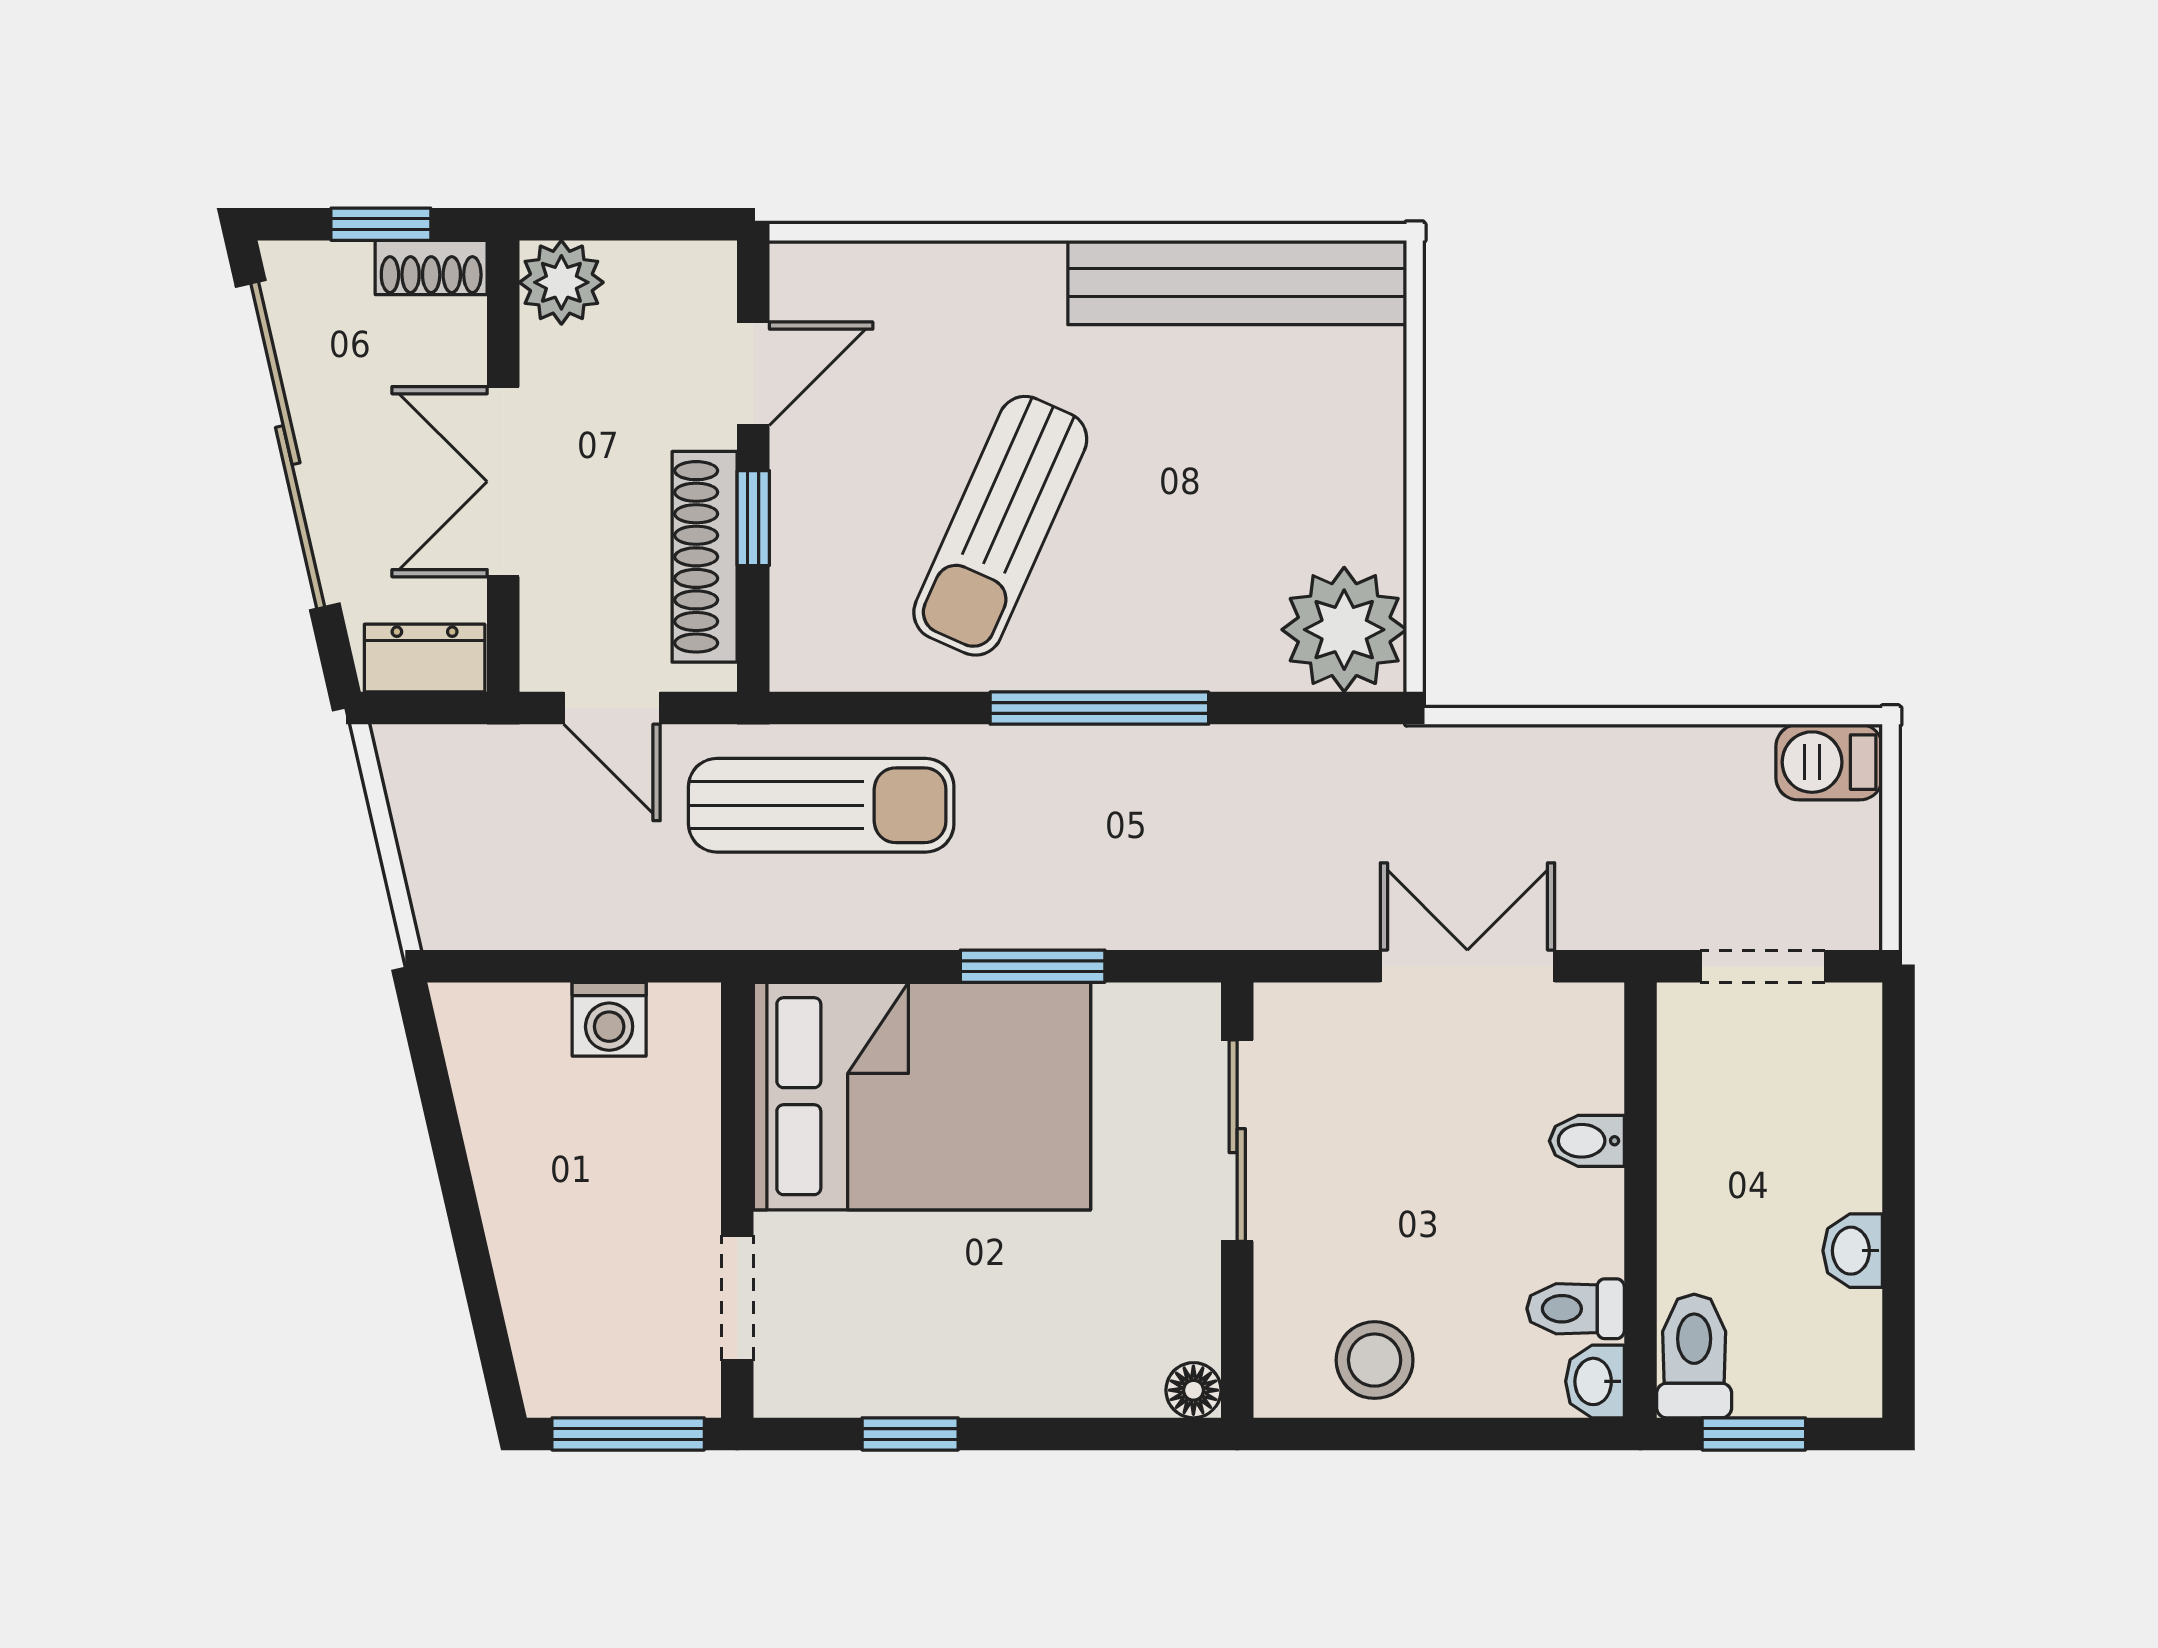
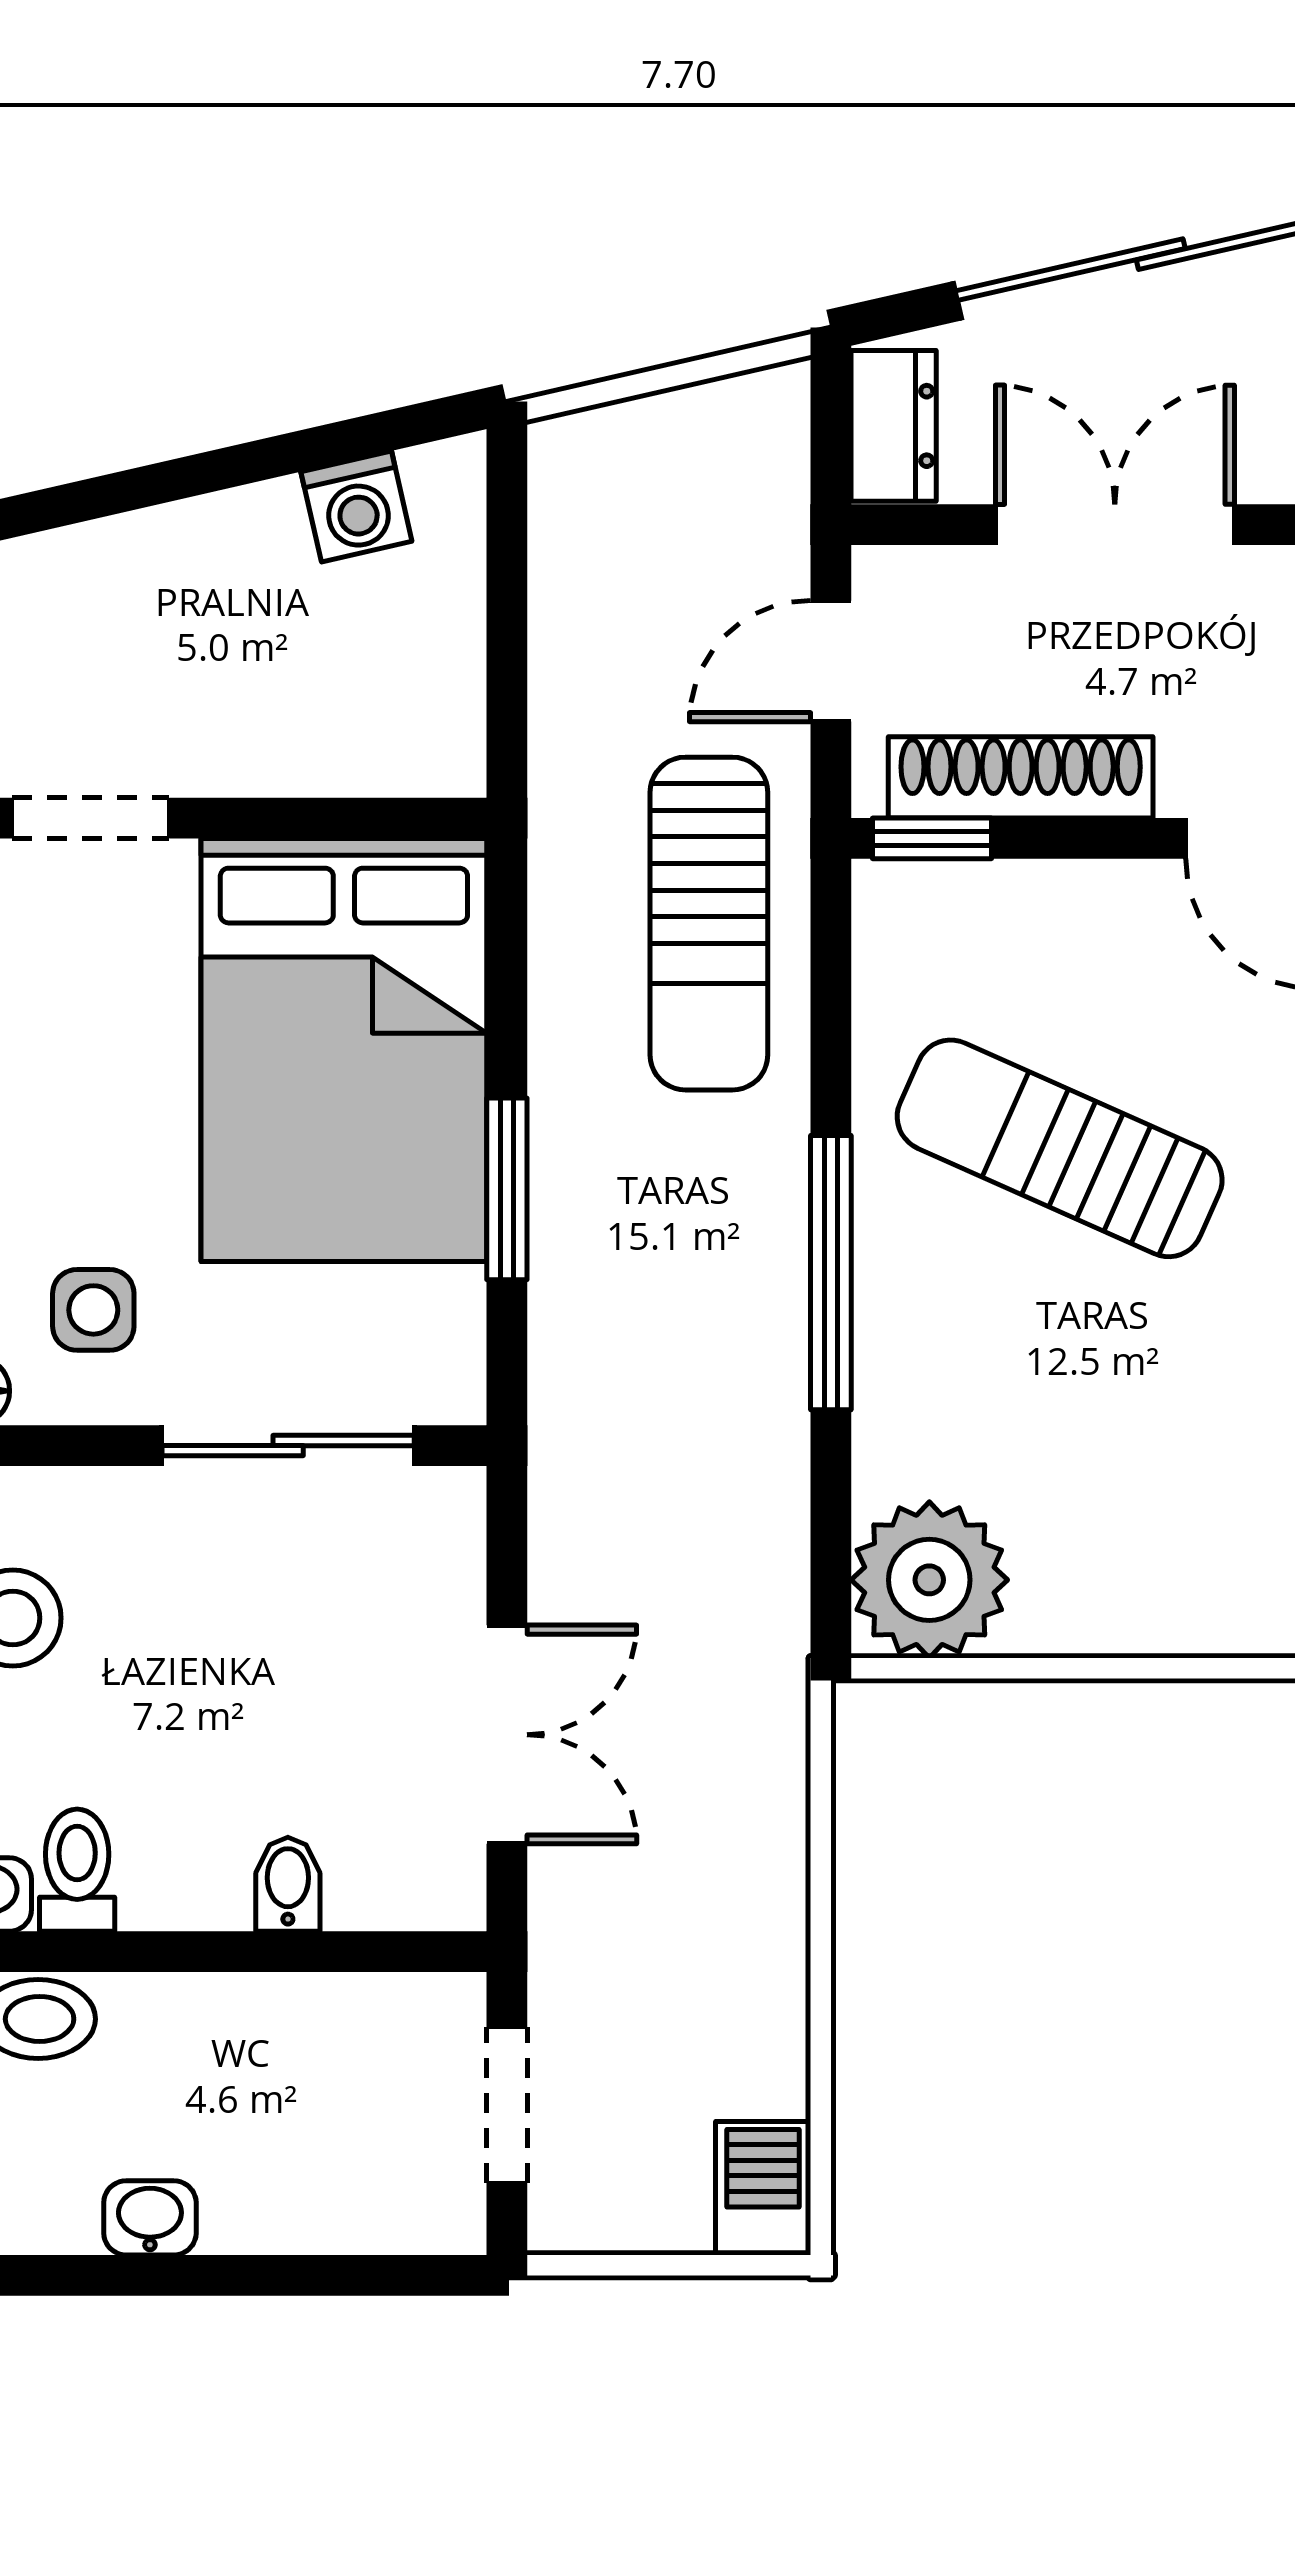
window: (753, 518) -> (932, 838), moved
washing machine: (609, 1019) -> (356, 507), moved, turned -103
side table: (1129, 1296) -> (93, 1310), added

